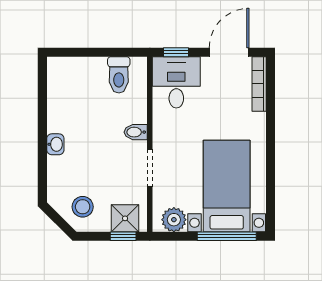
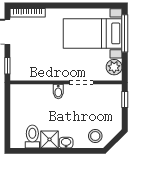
toilet: (119, 75) -> (32, 137), moved, turned -90
desk: (176, 82) -> (27, 66), removed
stool: (83, 207) -> (95, 136), moved
shower: (125, 218) -> (49, 139), moved

